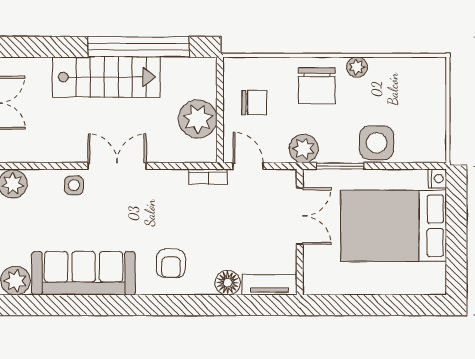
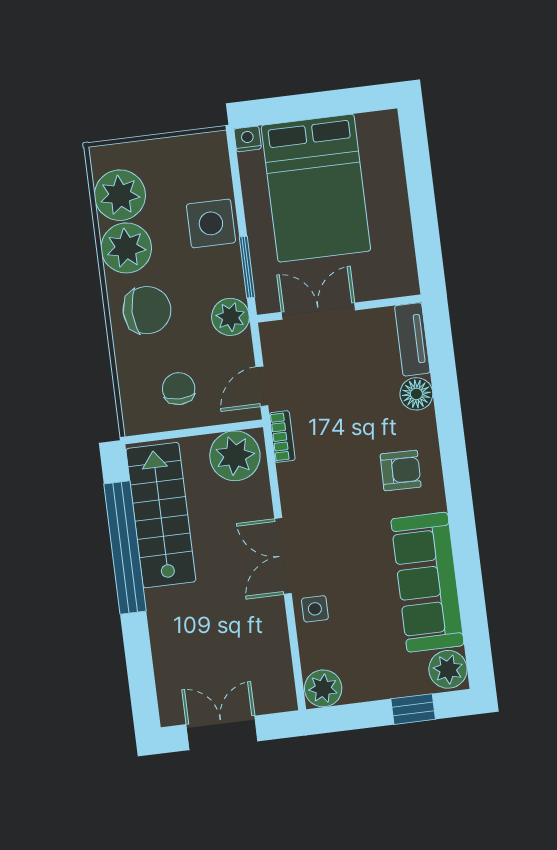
plant: (357, 67) -> (126, 248), width x1.88, depth x1.88
plant: (407, 76) -> (120, 195), added
stairs: (106, 77) -> (161, 515), moved
plant: (198, 119) -> (235, 456), moved

